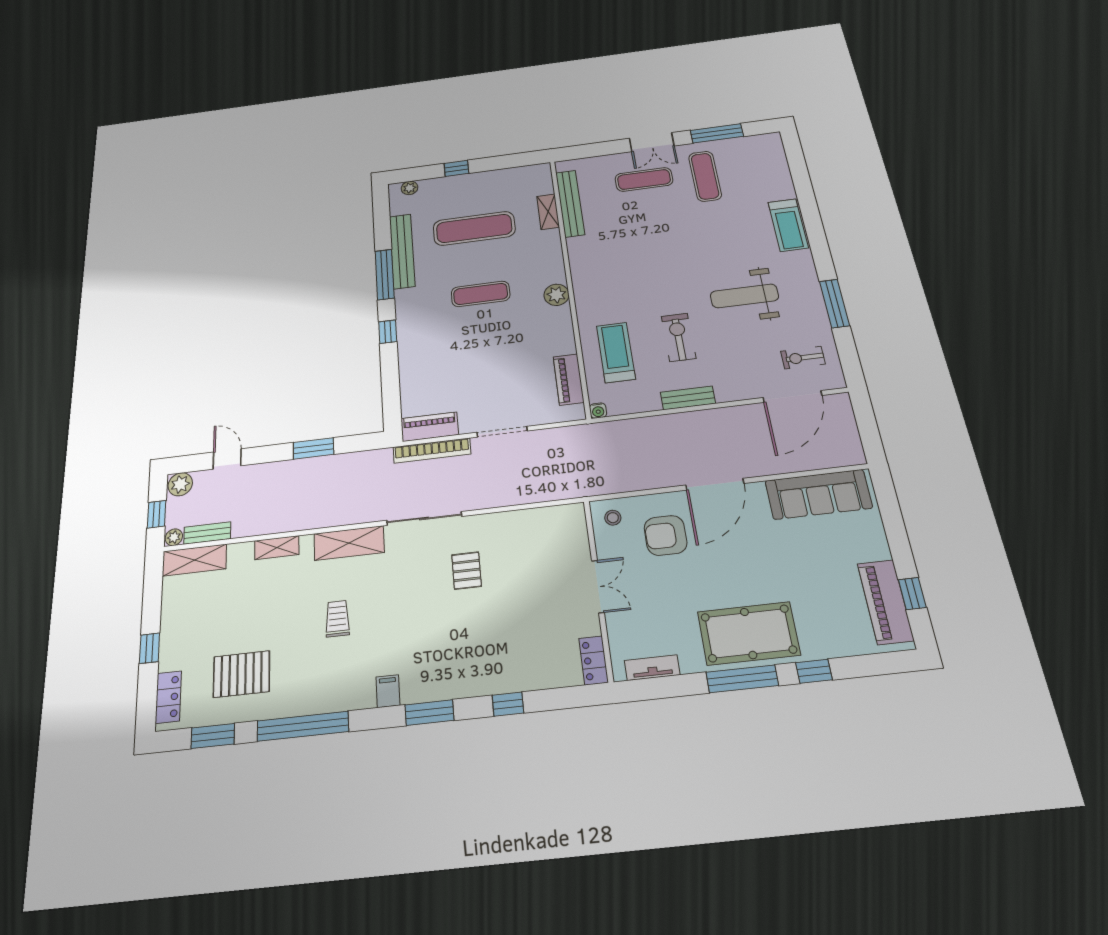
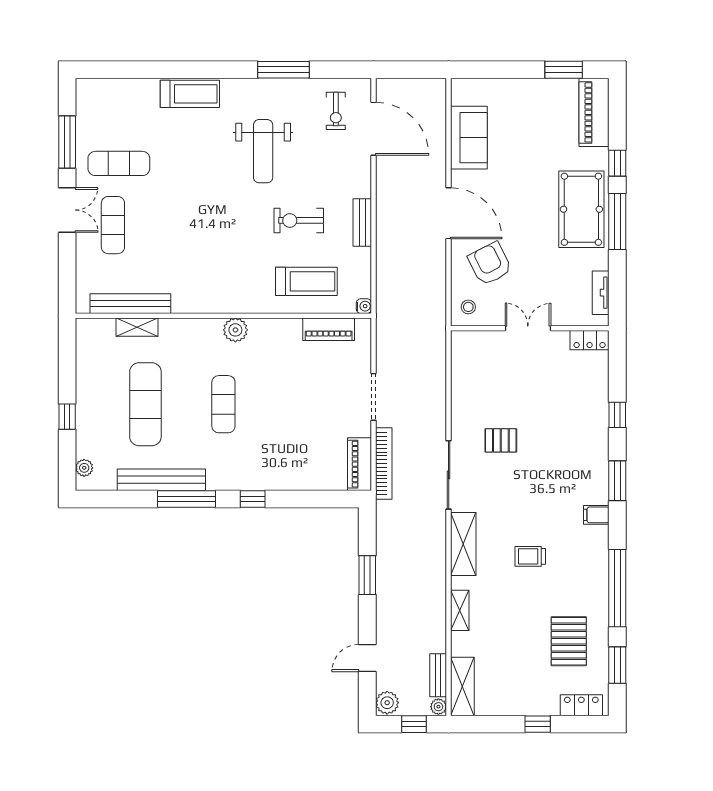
treadmill: (616, 352) -> (306, 281), turned 180
sofa: (819, 494) -> (469, 138), width x0.73
armchair: (666, 535) -> (490, 264), turned 153
window: (912, 594) -> (564, 70), width x1.50
piano: (885, 602) -> (594, 112), moved, turned 90

